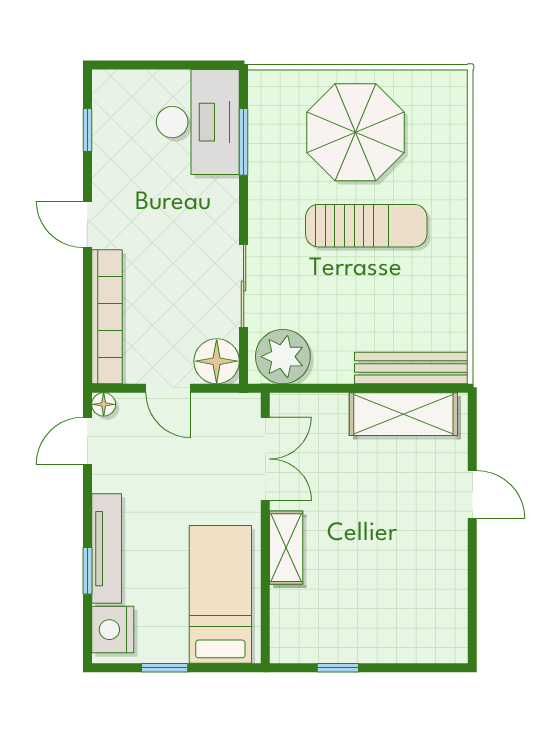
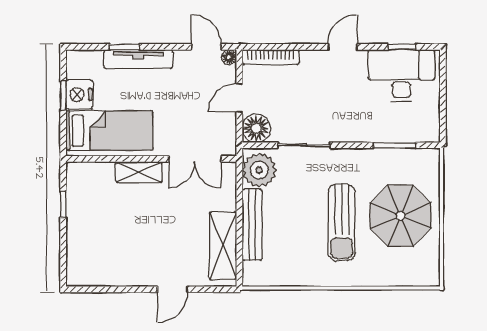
desk: (198, 122) -> (401, 76), moved, turned 180
bookcase: (107, 317) -> (271, 57), width x0.68, depth x0.76
bench: (411, 368) -> (252, 225), moved
nightstand: (113, 630) -> (79, 95), moved, turned -90

